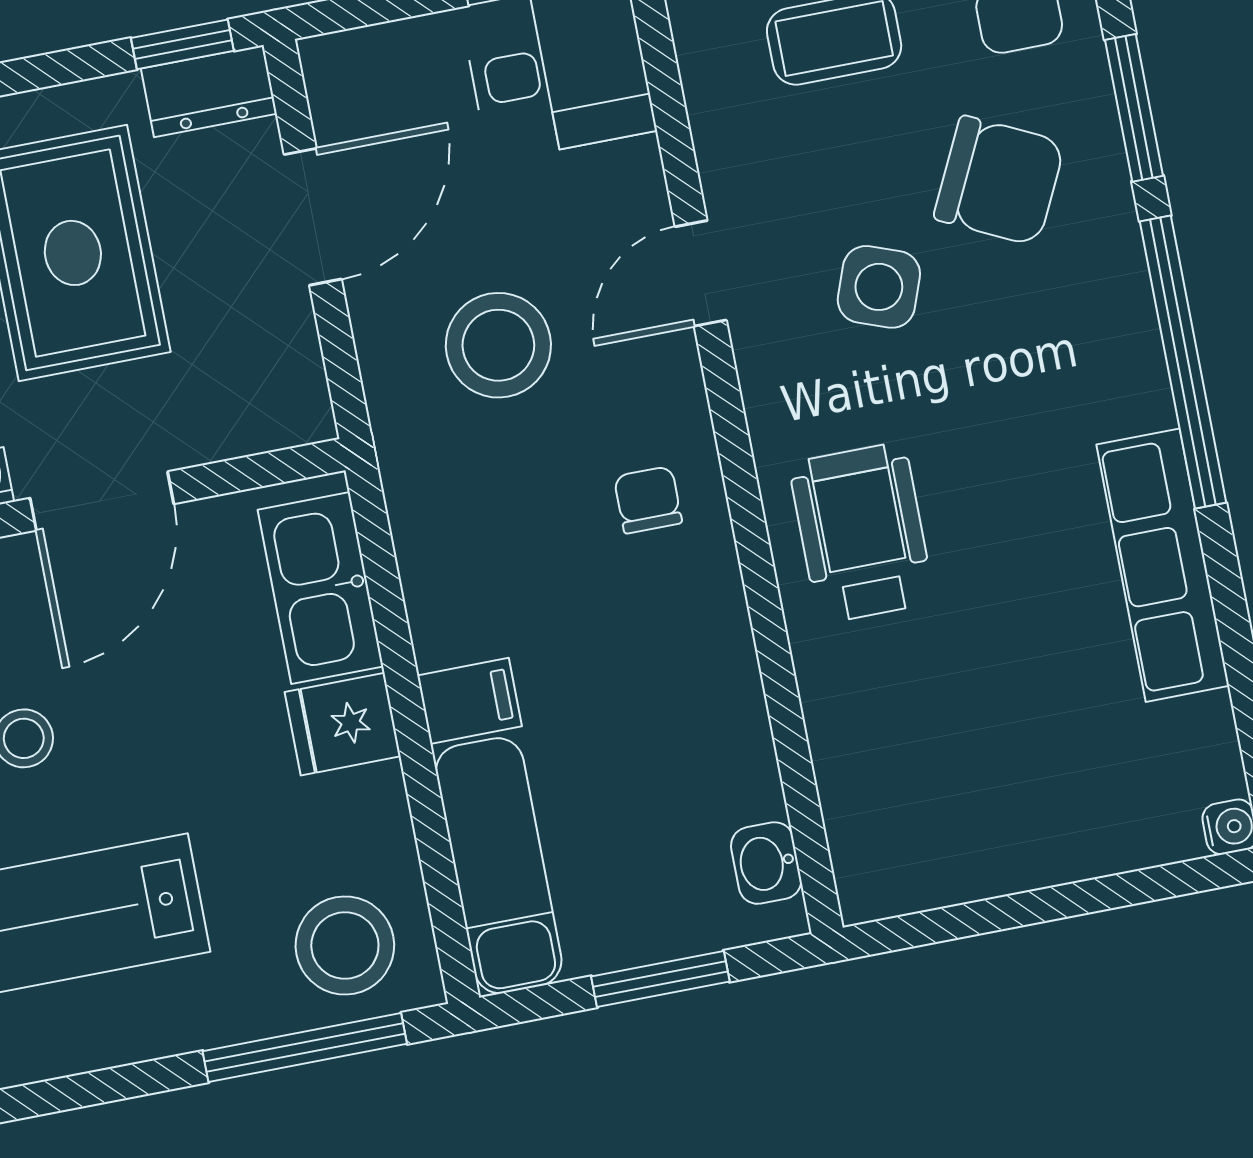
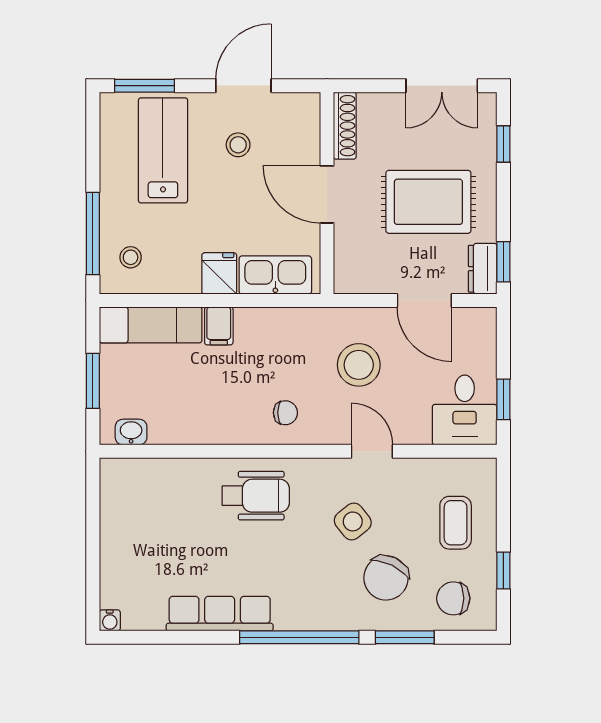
side table: (879, 287) -> (353, 521), turned 31
stool: (345, 945) -> (131, 257), width x0.53, depth x0.53

